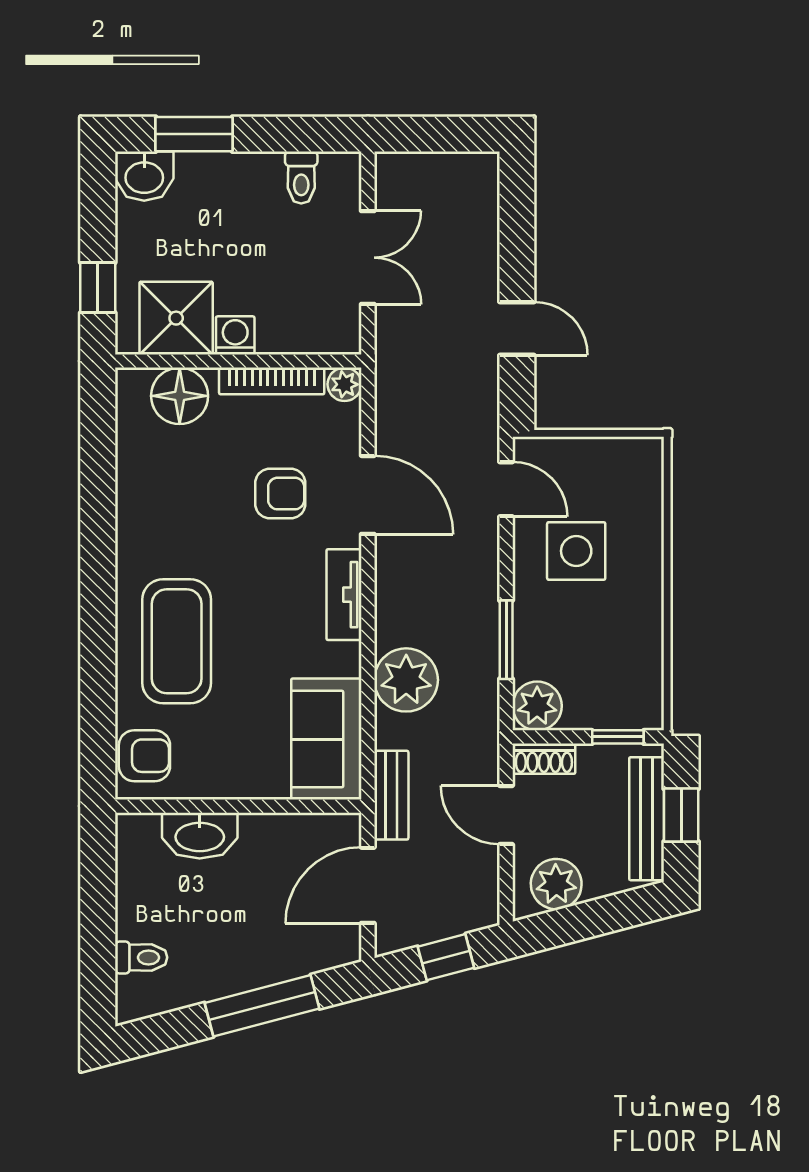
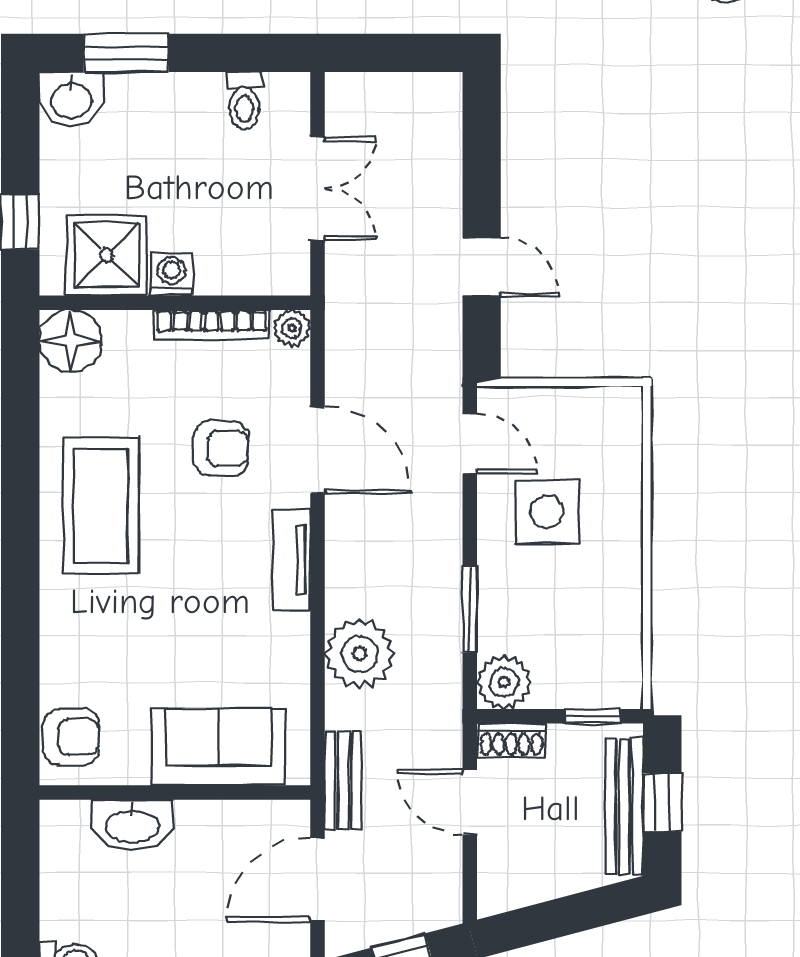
floor lamp: (180, 396) -> (71, 341), moved
coffee table: (177, 641) -> (101, 506), moved
sofa: (326, 739) -> (218, 747), moved, turned 90
plant: (556, 884) -> (525, 878), removed

